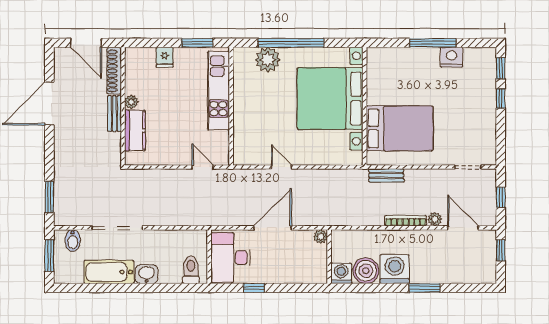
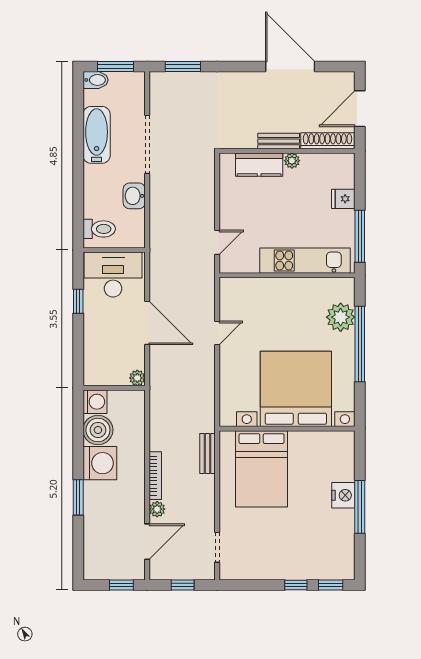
window: (197, 43) -> (360, 236), width x1.44
nightstand: (452, 57) -> (343, 495), moved
bidet: (73, 240) -> (96, 80), moved, turned 180
washbasin: (147, 274) -> (134, 196), moved, turned 180

